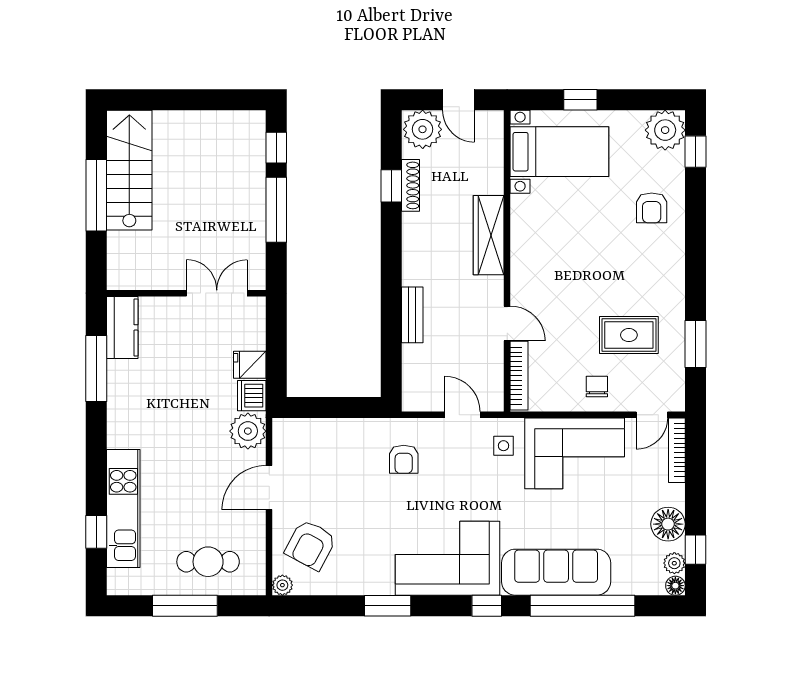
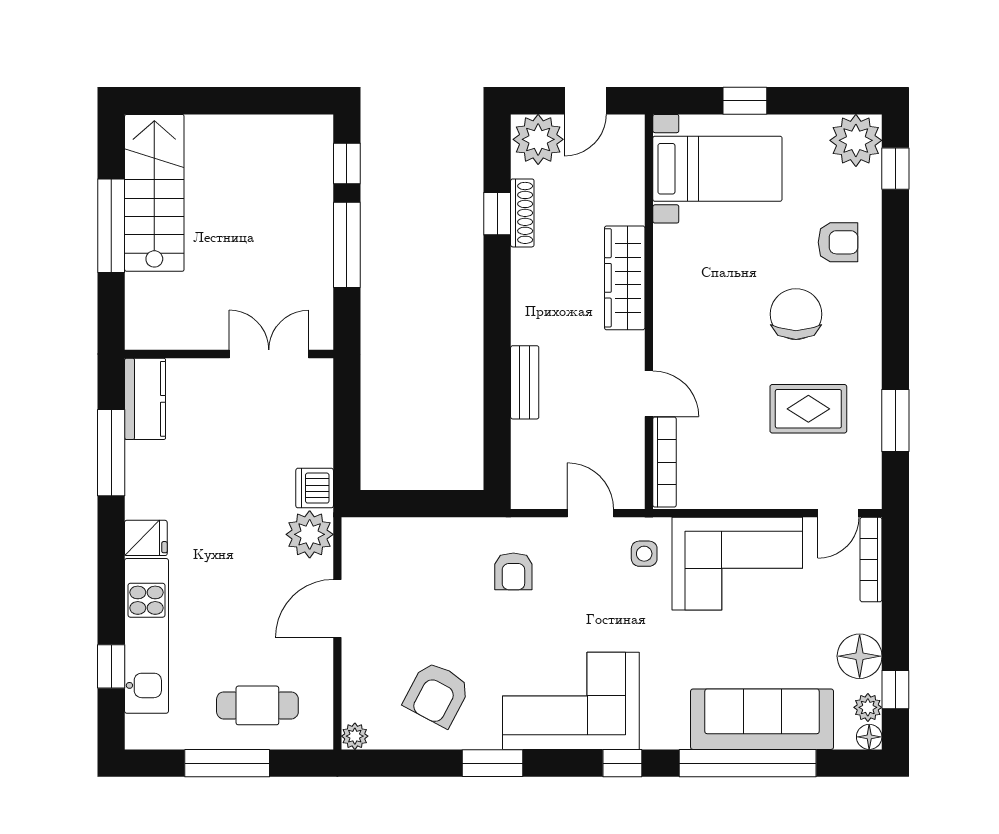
door: (458, 100) -> (585, 101), hinge flipped
armchair: (652, 208) -> (838, 242), turned -90
fridge: (250, 365) -> (146, 538), moved, turned 180
chair: (597, 387) -> (796, 314), moved, width x1.87, depth x1.87
armchair: (311, 545) -> (437, 694), moved
sofa: (556, 572) -> (762, 719), moved

